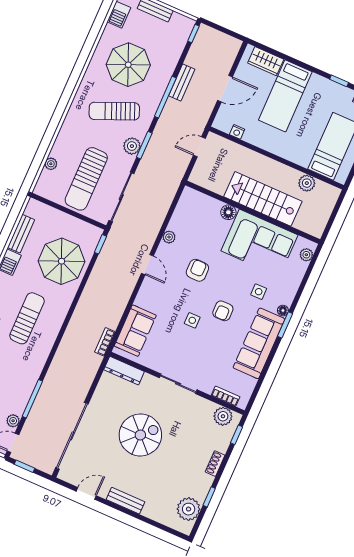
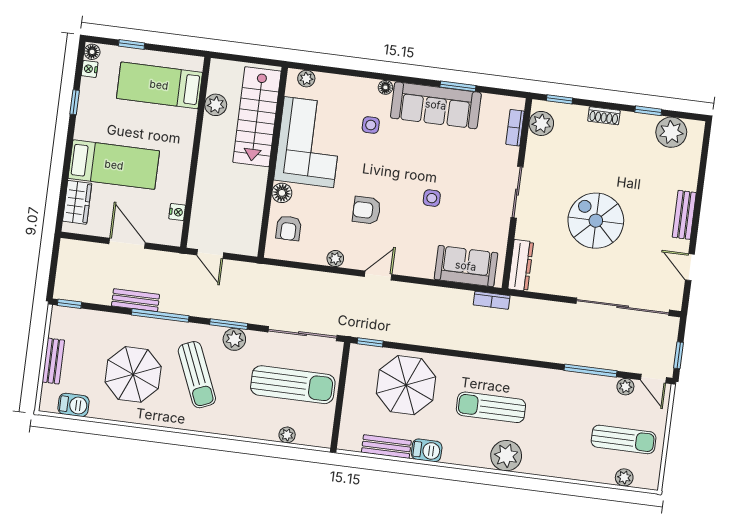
stairs: (263, 199) -> (257, 117), moved
armchair: (223, 311) -> (289, 228), moved, turned 90
window: (285, 325) -> (458, 86), moved

